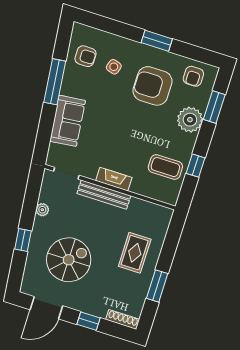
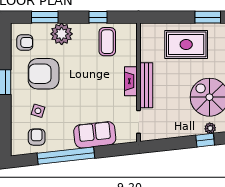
window: (55, 82) -> (66, 156), width x1.46
armchair: (153, 86) -> (44, 74), turned 90
plant: (42, 210) -> (210, 128), moved
rug: (135, 253) -> (186, 44), width x1.36, depth x1.43

